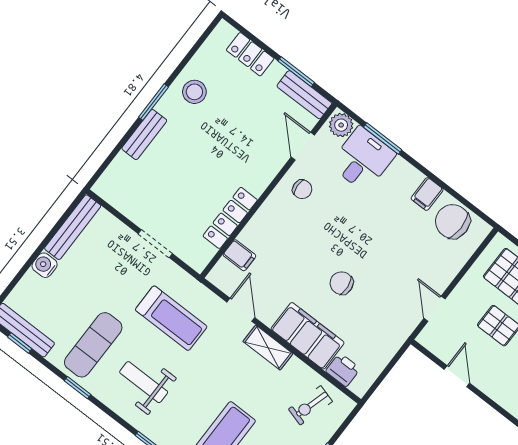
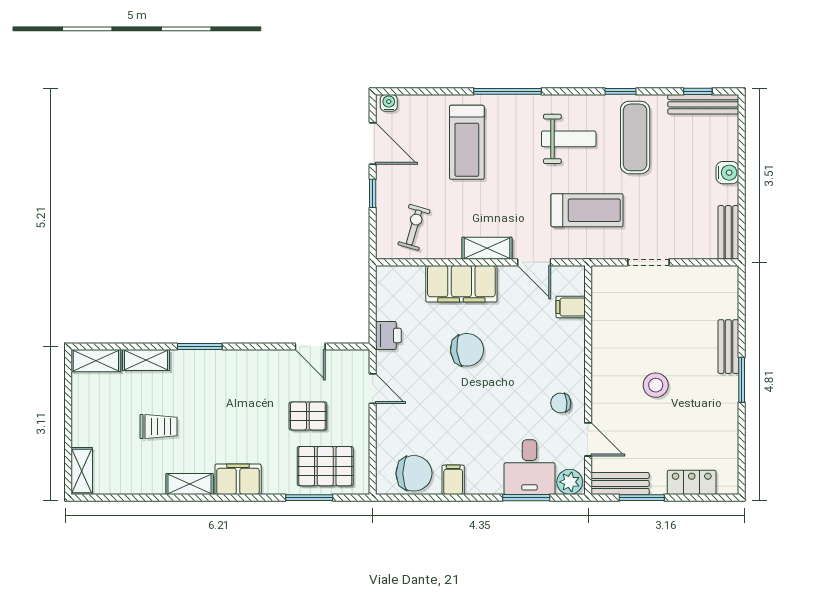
stool: (194, 92) -> (656, 385), moved
locker: (230, 218) -> (602, 332), removed
bench: (73, 227) -> (728, 232), width x0.73
chair: (342, 283) -> (467, 350), width x1.37, depth x1.37
treadmill: (171, 318) -> (587, 210), turned 180
printer: (343, 370) -> (388, 335), moved, turned -90

